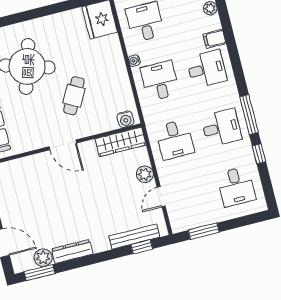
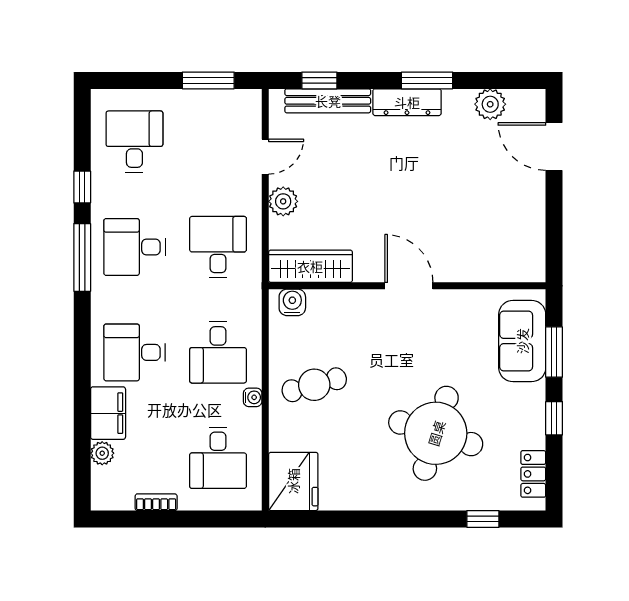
filing cabinet: (214, 39) -> (108, 413), width x2.00
cafe table: (74, 96) -> (314, 385), moved, turned 46
dresser: (72, 251) -> (407, 102), moved
window: (39, 273) -> (427, 80), moved

